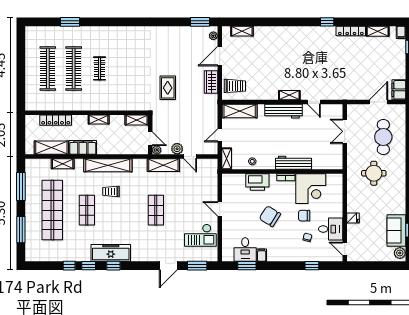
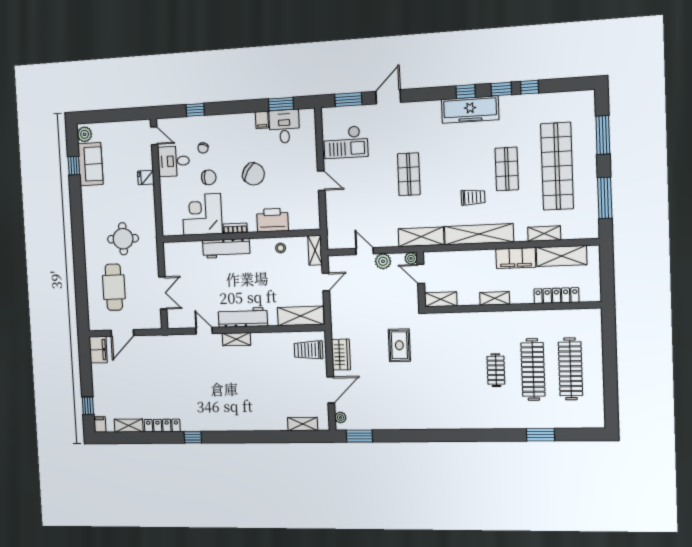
shelving: (163, 165) -> (421, 237), moved
checkout: (200, 235) -> (346, 142), turned 180

